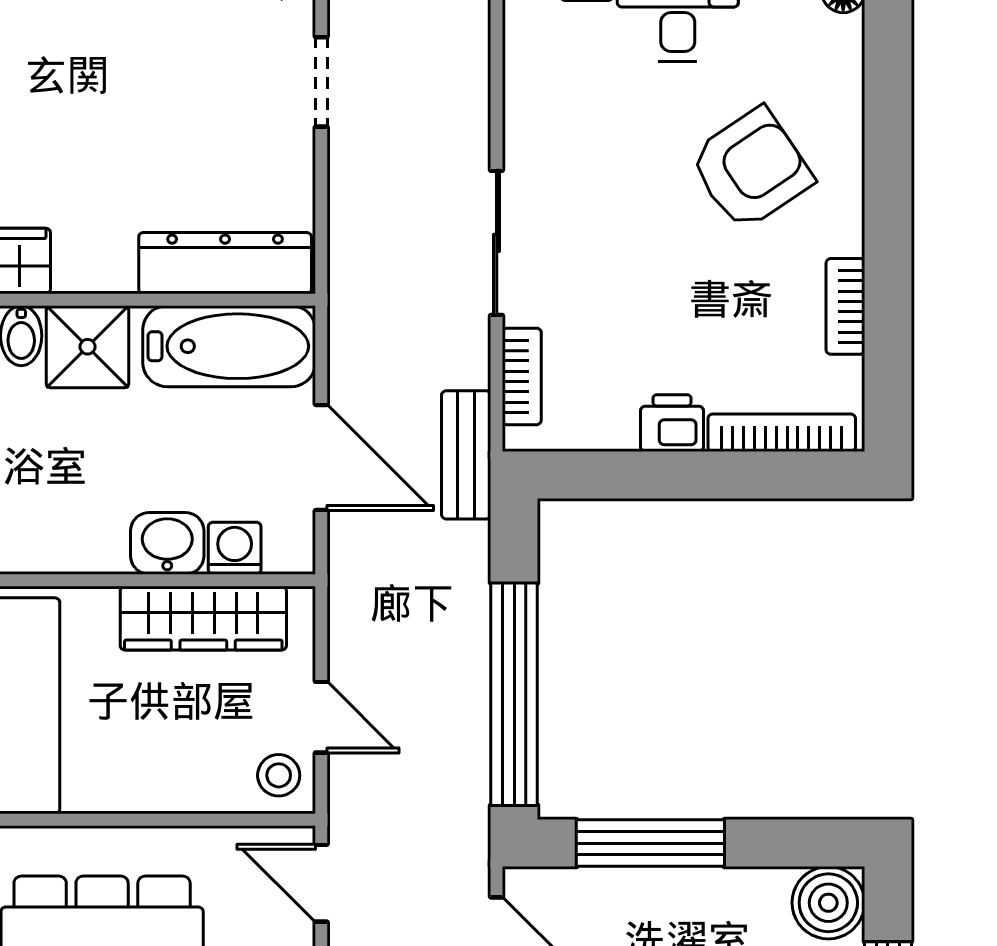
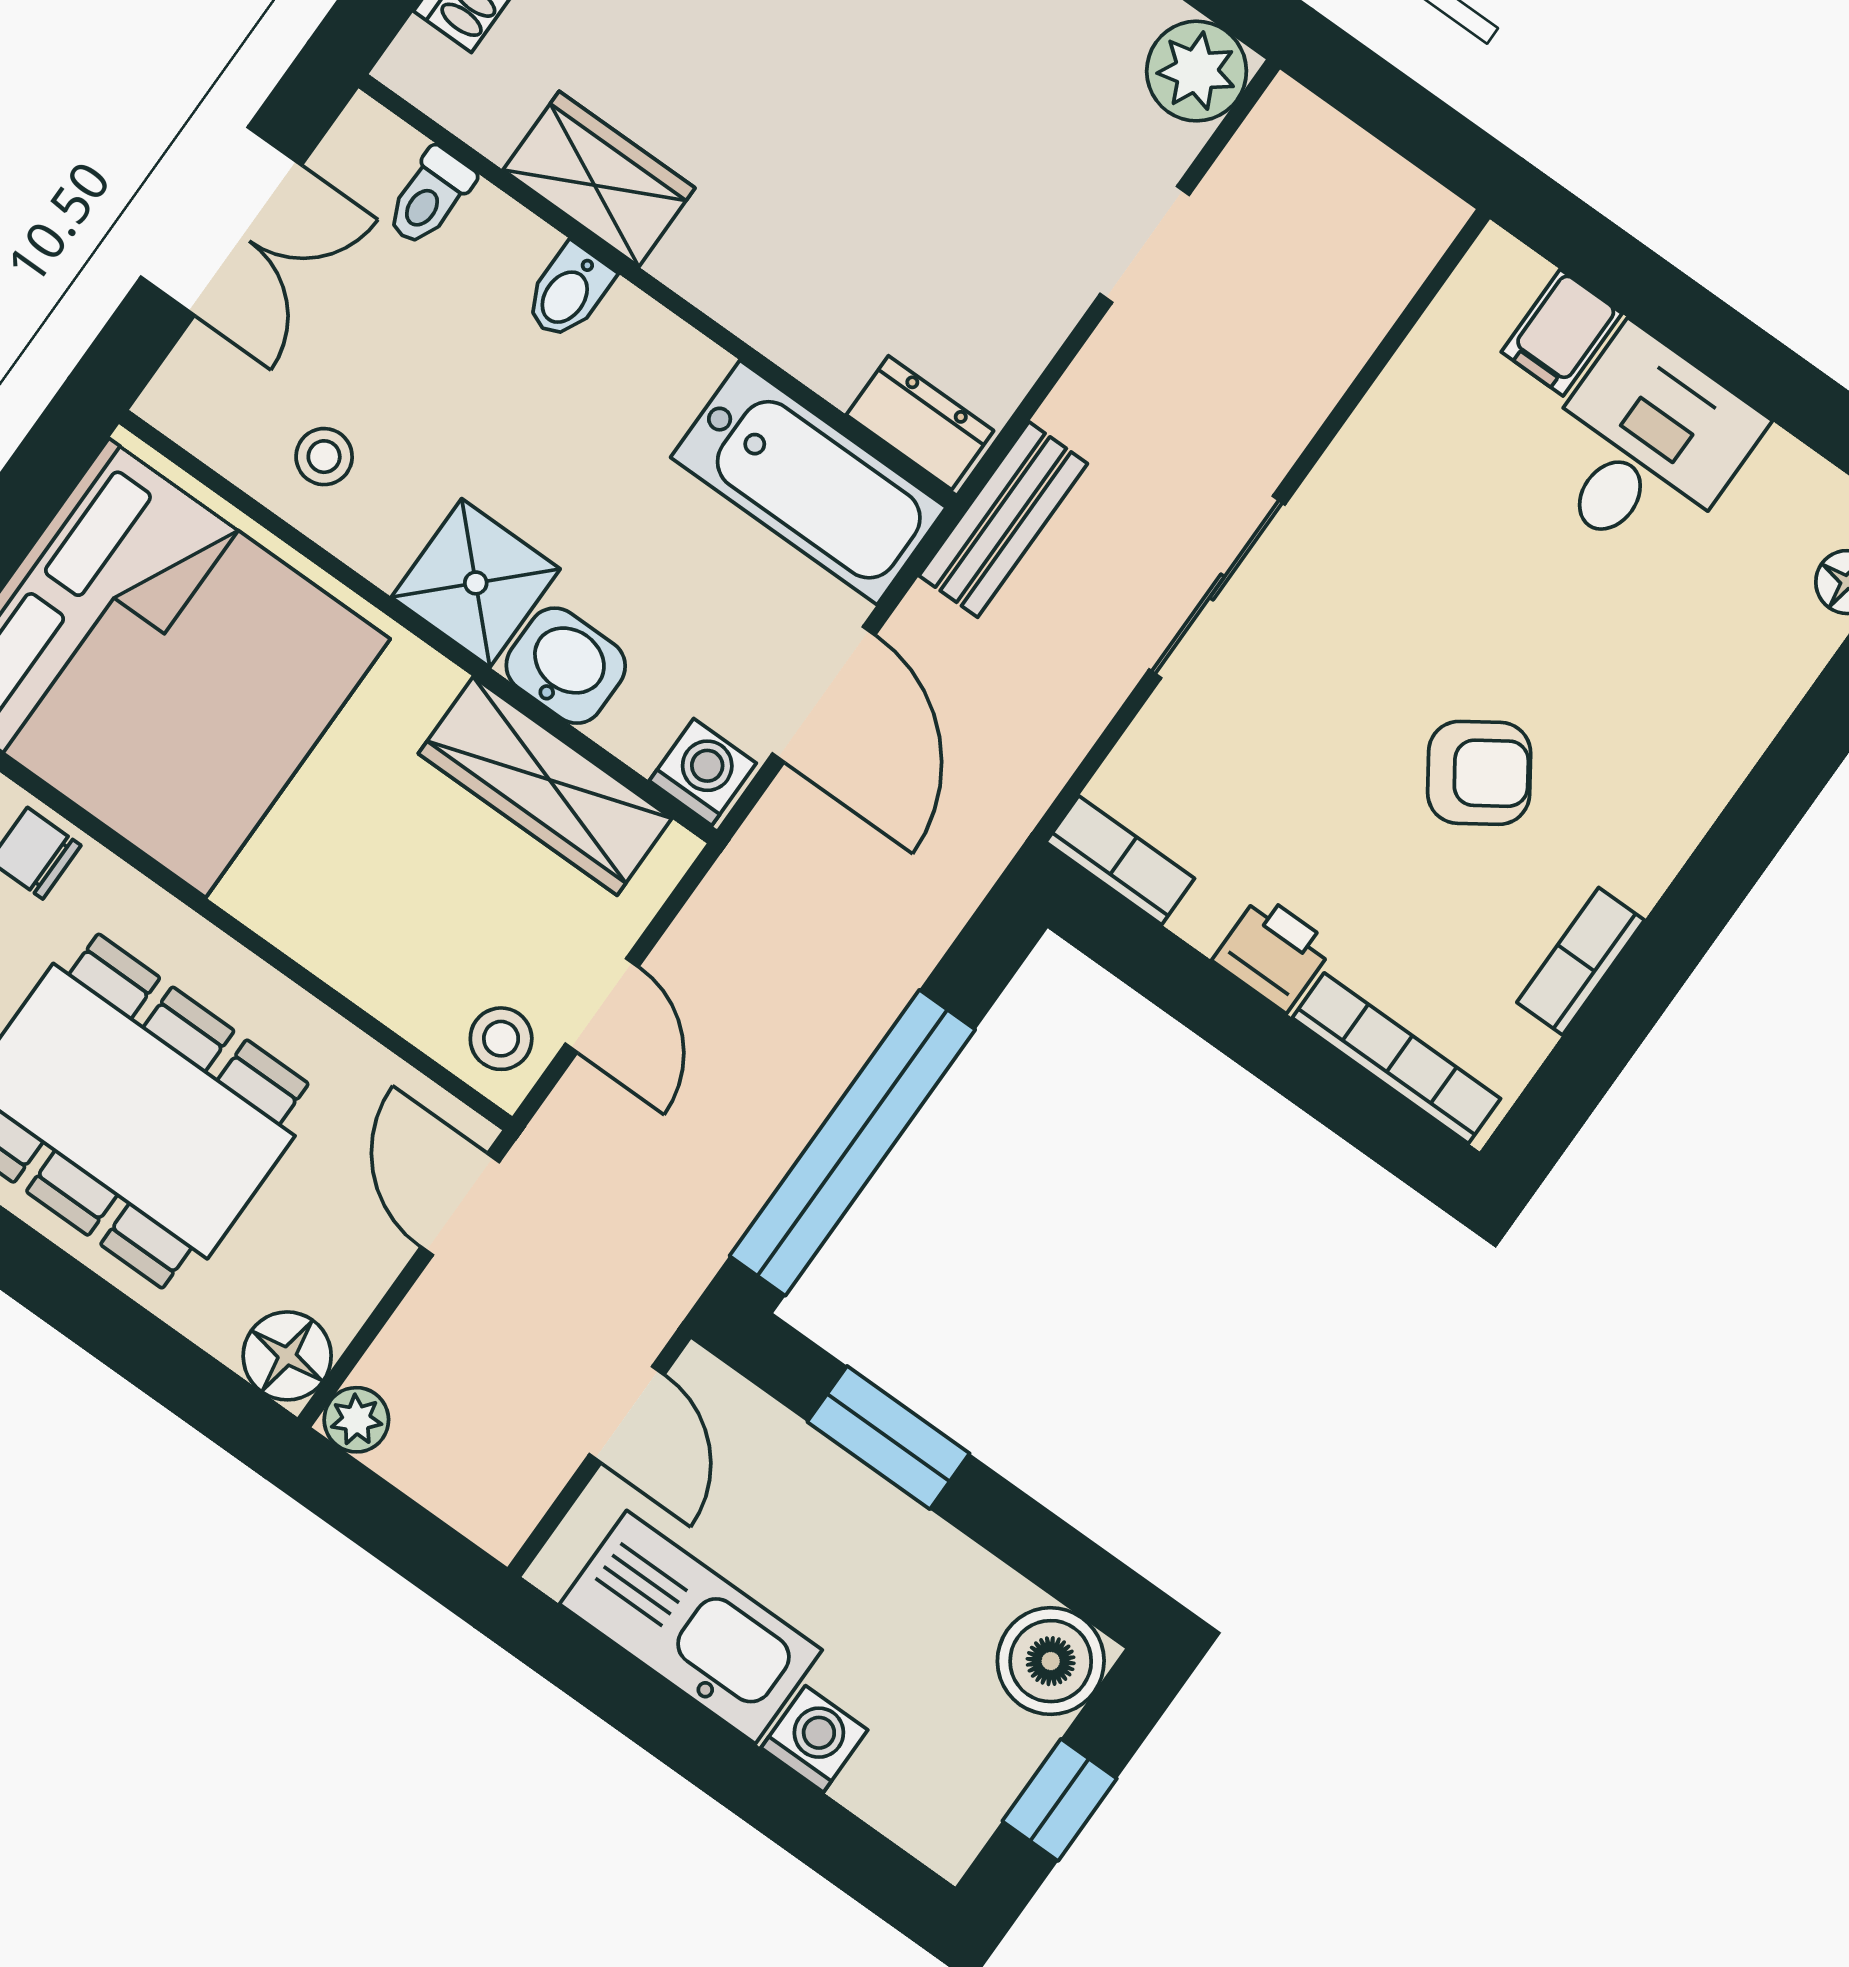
armchair: (751, 169) -> (1479, 773), moved, width x0.72, depth x0.72
dresser: (225, 263) -> (920, 423), width x0.51, depth x0.80
shower: (88, 347) -> (476, 583), moved
bookcase: (522, 376) -> (1120, 860), moved, turned -90
bench: (466, 455) -> (1003, 520), moved
washing machine: (235, 548) -> (703, 772), moved
window: (650, 843) -> (888, 1438), width x0.69

